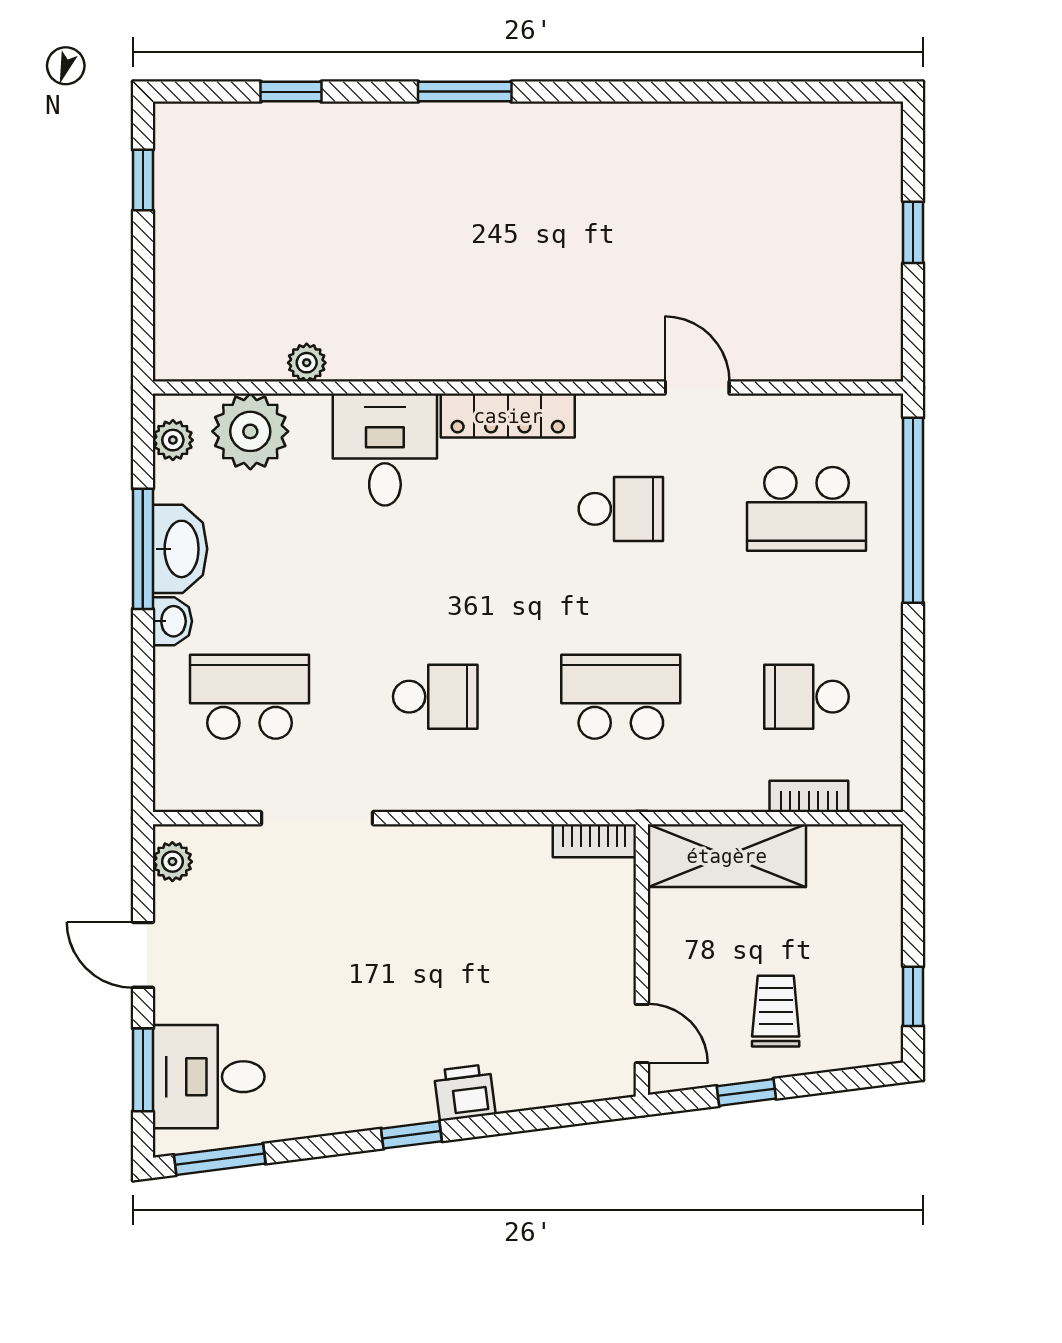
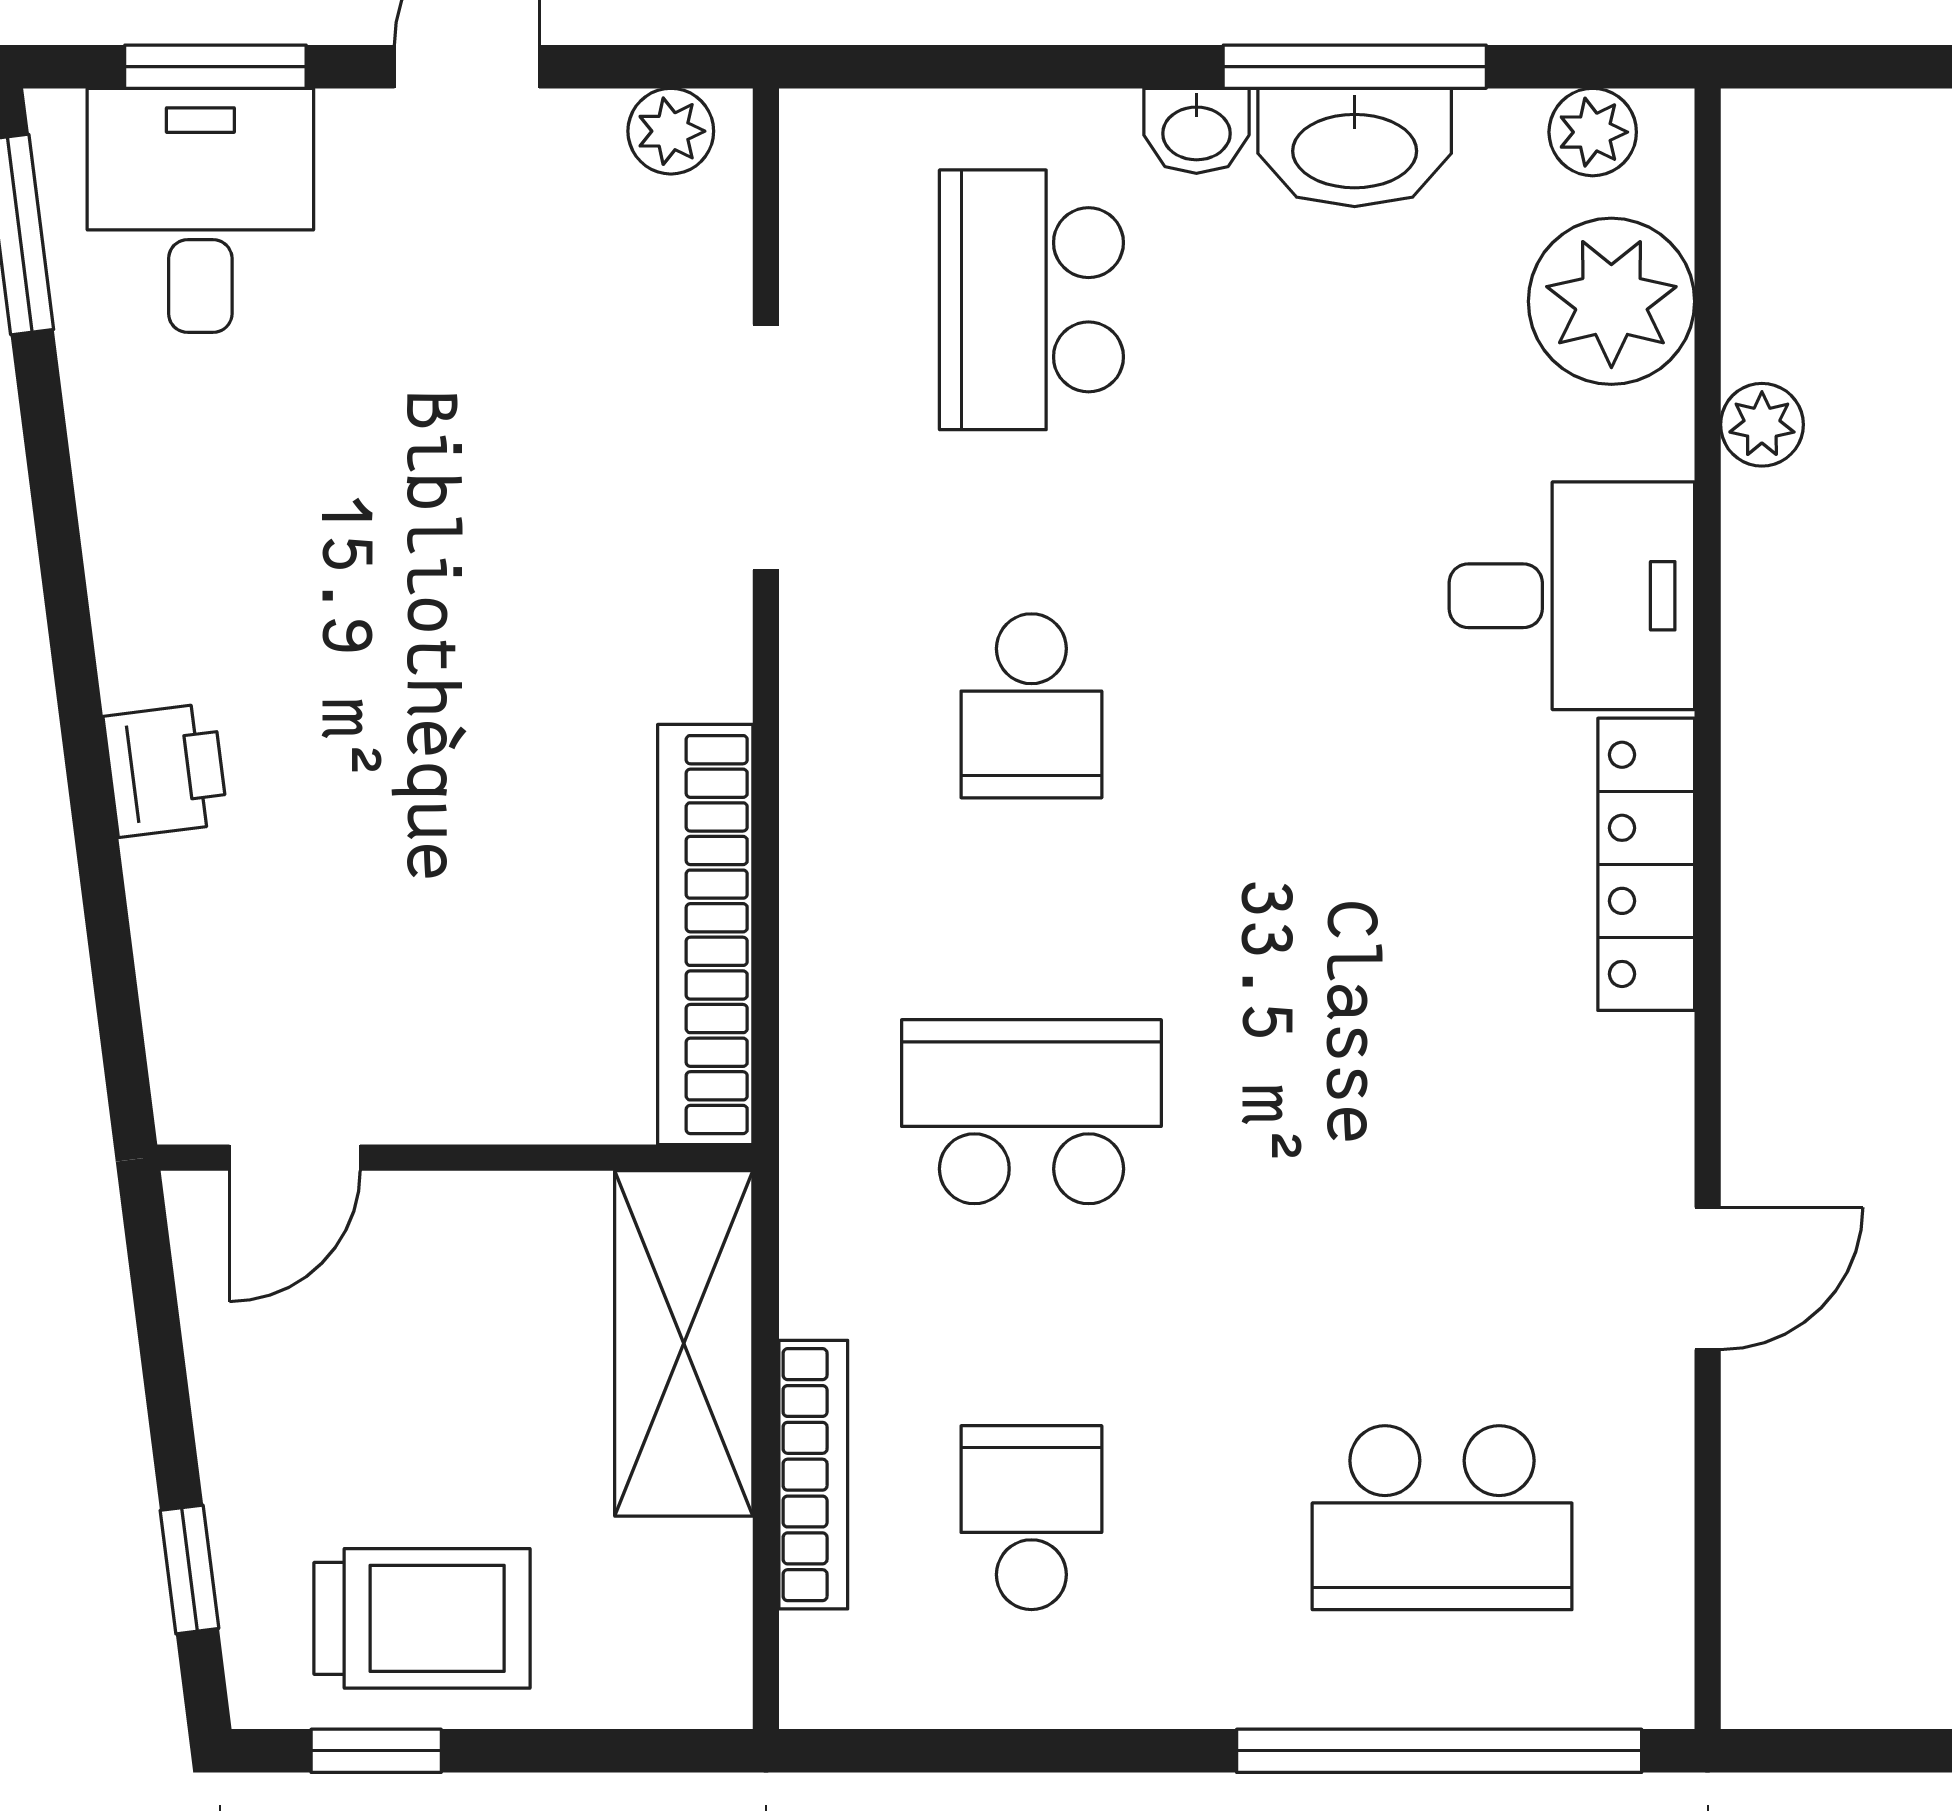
school desk: (621, 509) -> (1442, 1112), removed
school desk: (806, 509) -> (1442, 1518), turned -90
school desk: (250, 697) -> (1031, 300), turned 180
school desk: (621, 697) -> (1031, 1112), turned -90
bookcase: (809, 796) -> (813, 1475), width x1.56
bookcase: (594, 841) -> (705, 935), width x2.31, depth x1.31
trolley: (776, 1011) -> (422, 1618), moved, width x1.36, depth x1.39
window: (746, 1092) -> (189, 1569), moved
window: (411, 1135) -> (73, 654), removed

